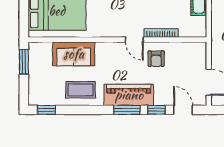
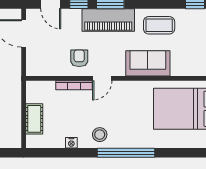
door: (134, 40) -> (102, 78), swing flipped
sofa: (74, 54) -> (148, 63), moved

